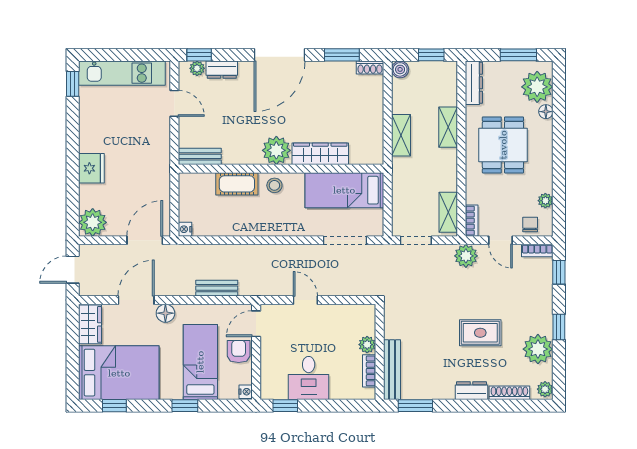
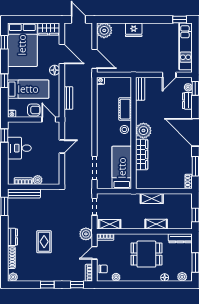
boiler: (400, 69) -> (188, 198), removed
plant: (537, 87) -> (182, 277), width x0.53, depth x0.53
plant: (538, 349) -> (35, 273), removed

